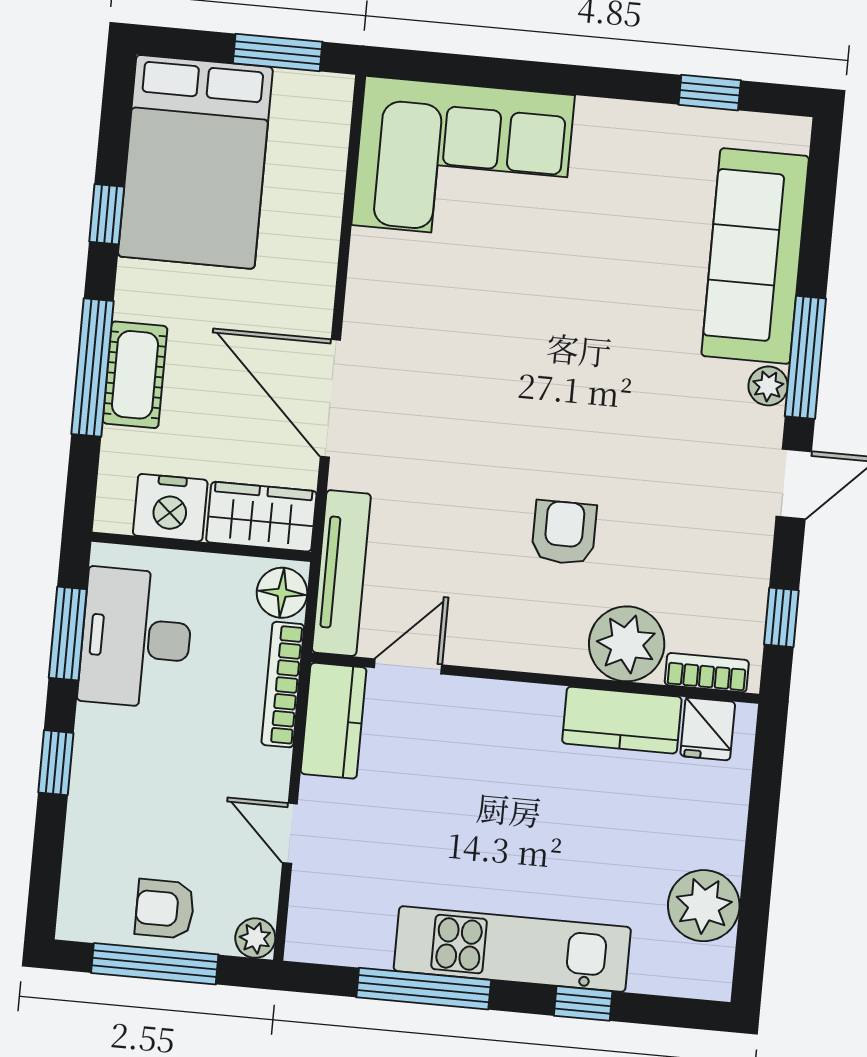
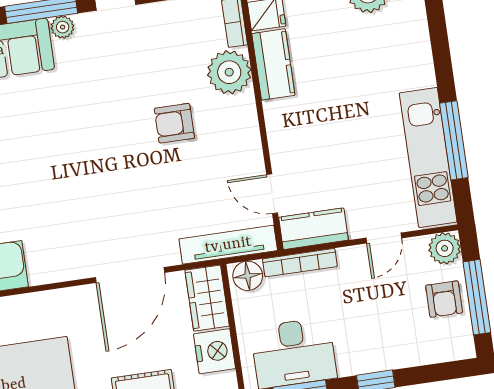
plant: (255, 938) -> (445, 248), width x1.38, depth x1.38
kitchen unit: (512, 949) -> (428, 157), moved
window: (583, 1003) -> (440, 47), removed

